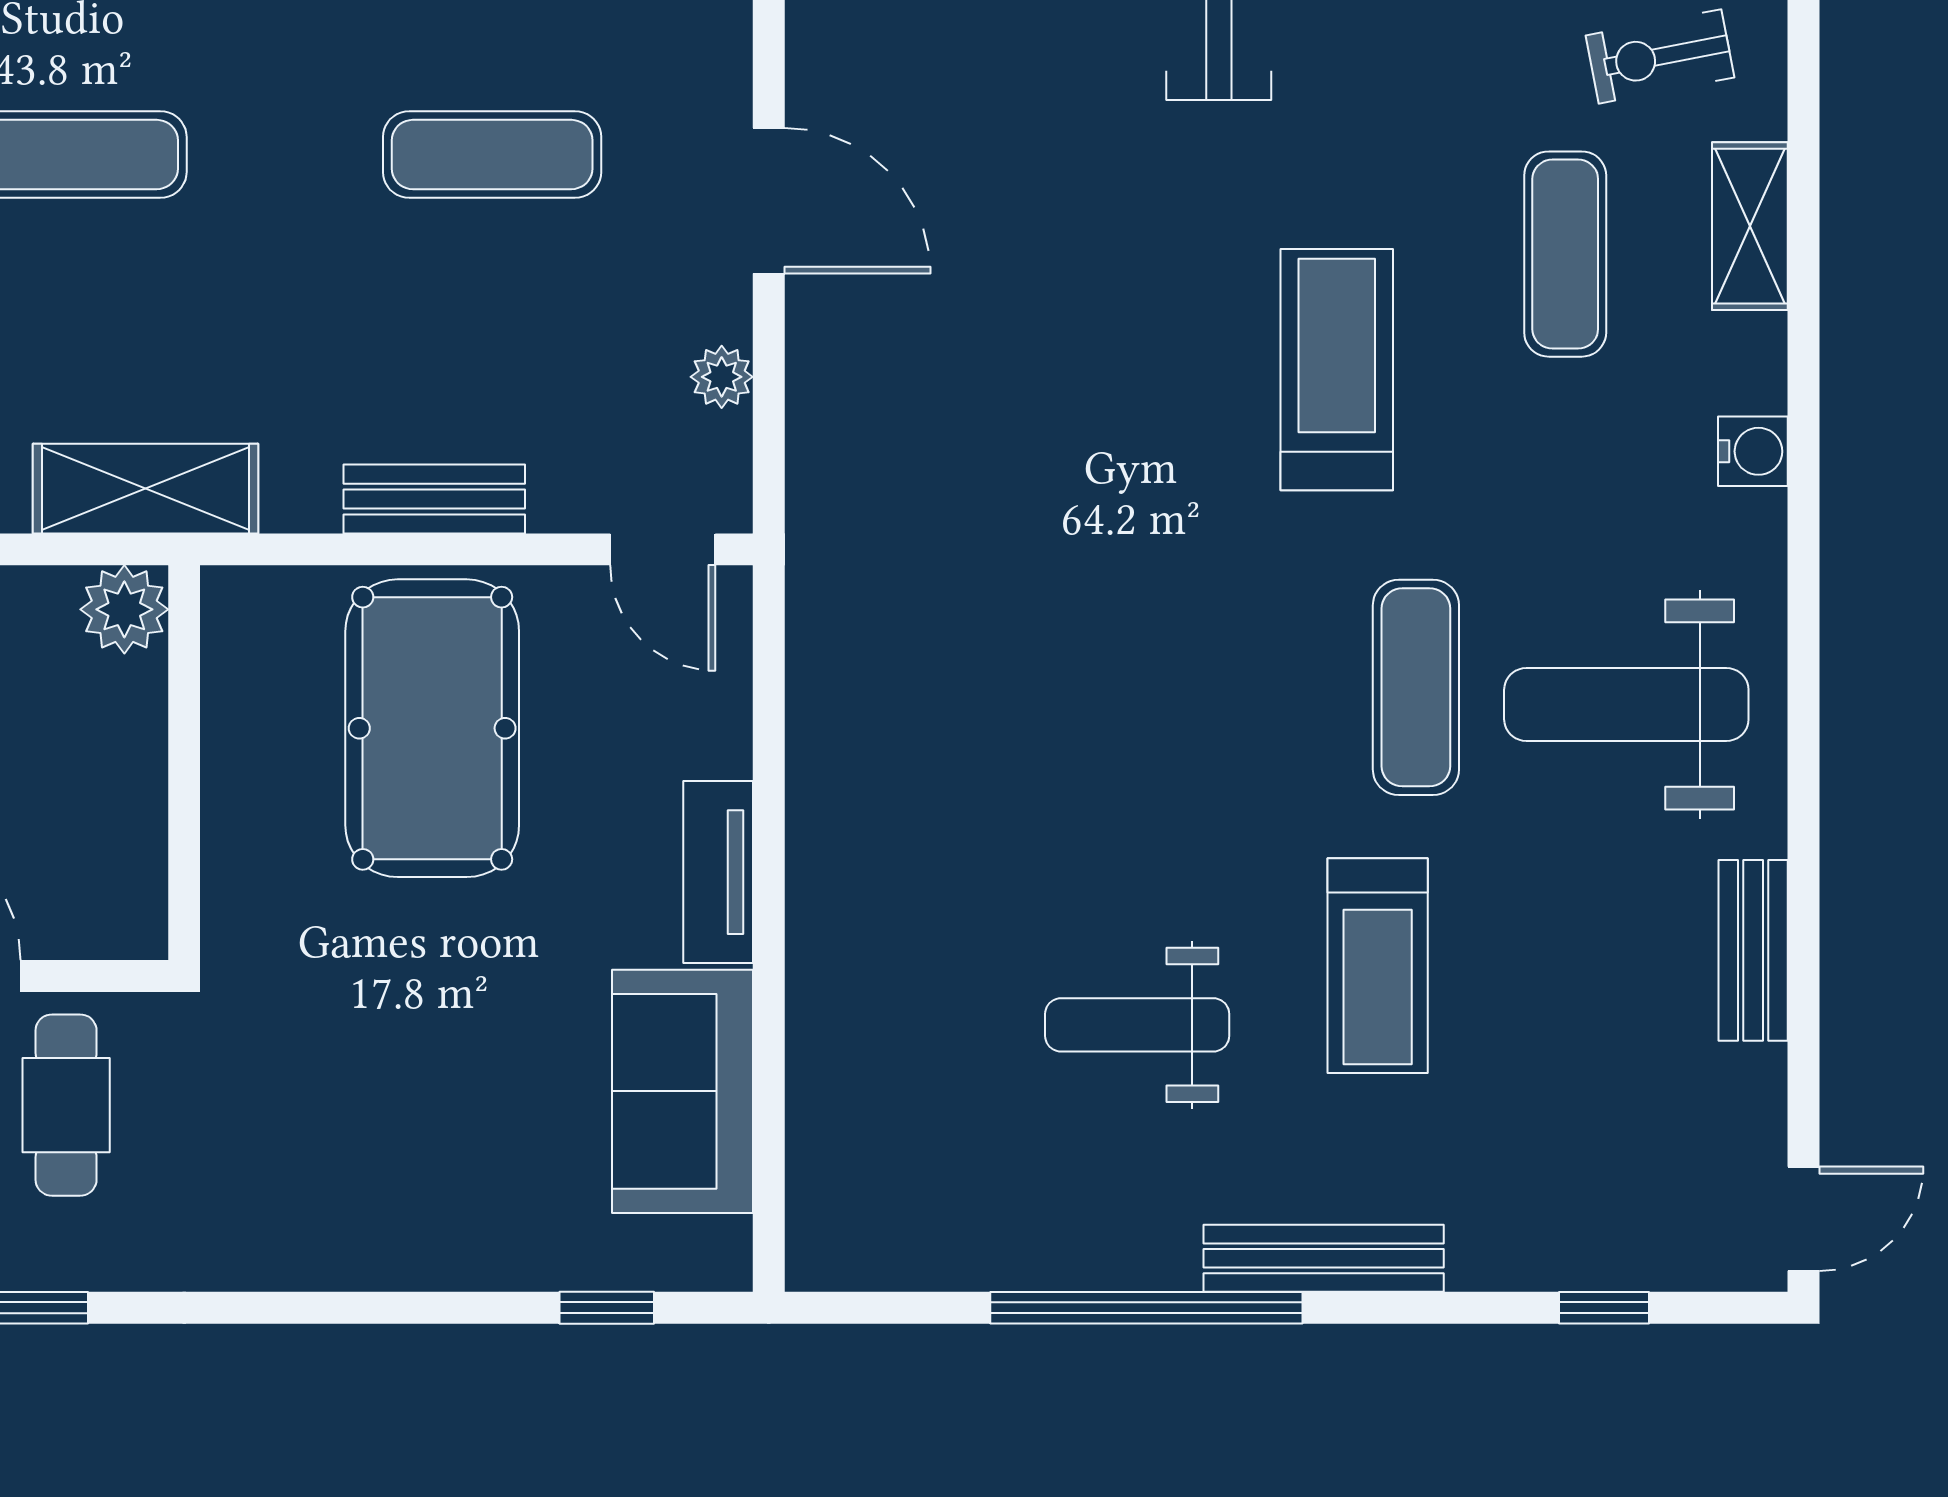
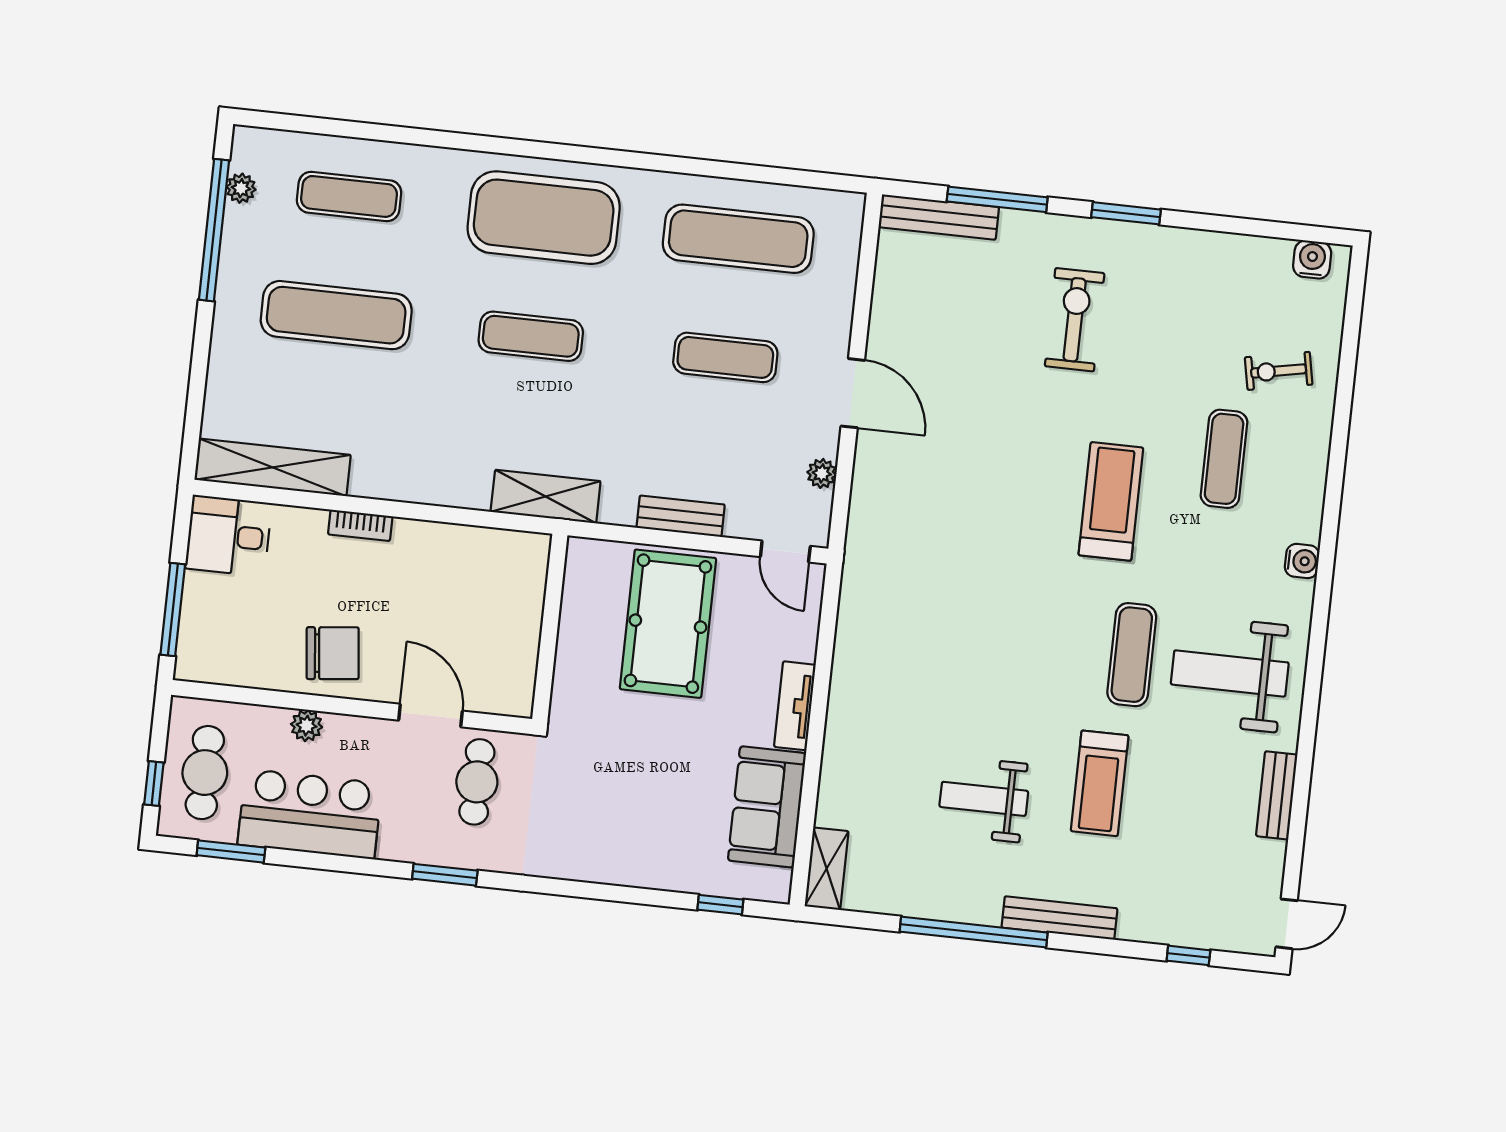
shelving: (1750, 226) -> (827, 869), moved
plant: (124, 609) -> (529, 552), removed

